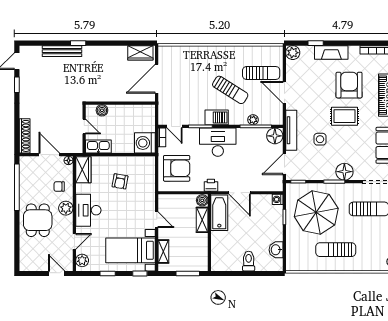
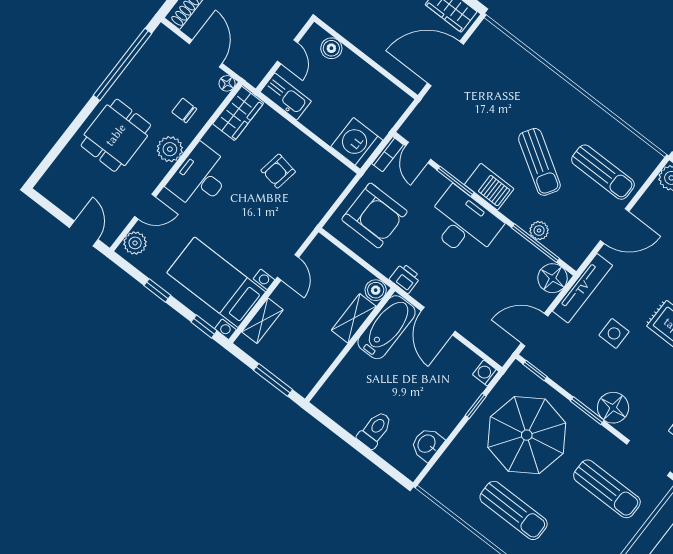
door: (284, 92) -> (615, 226), swing flipped
sun lounger: (336, 250) -> (514, 510), turned 180

